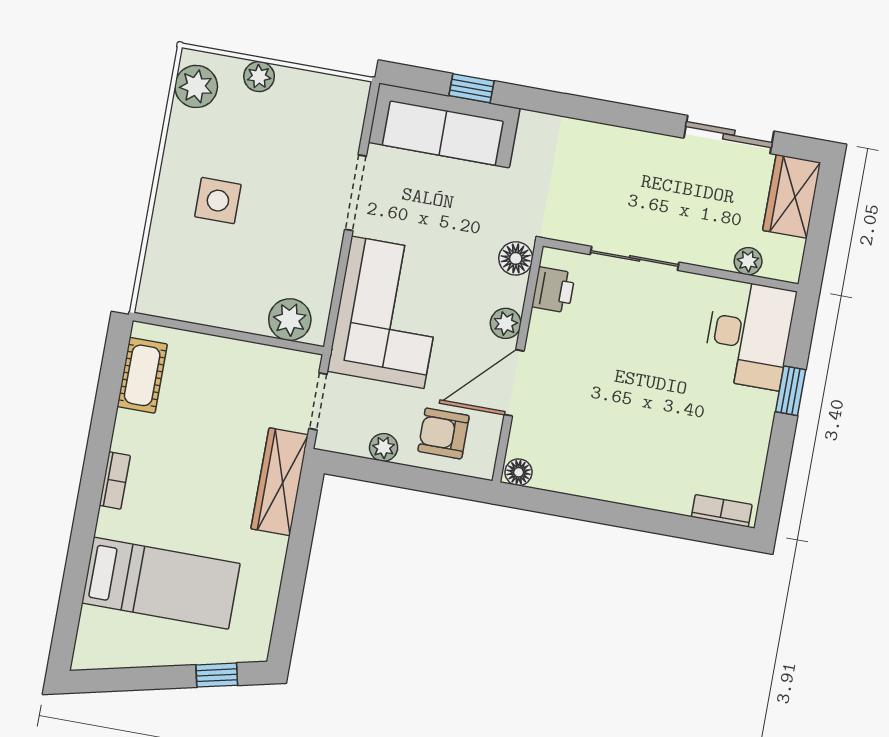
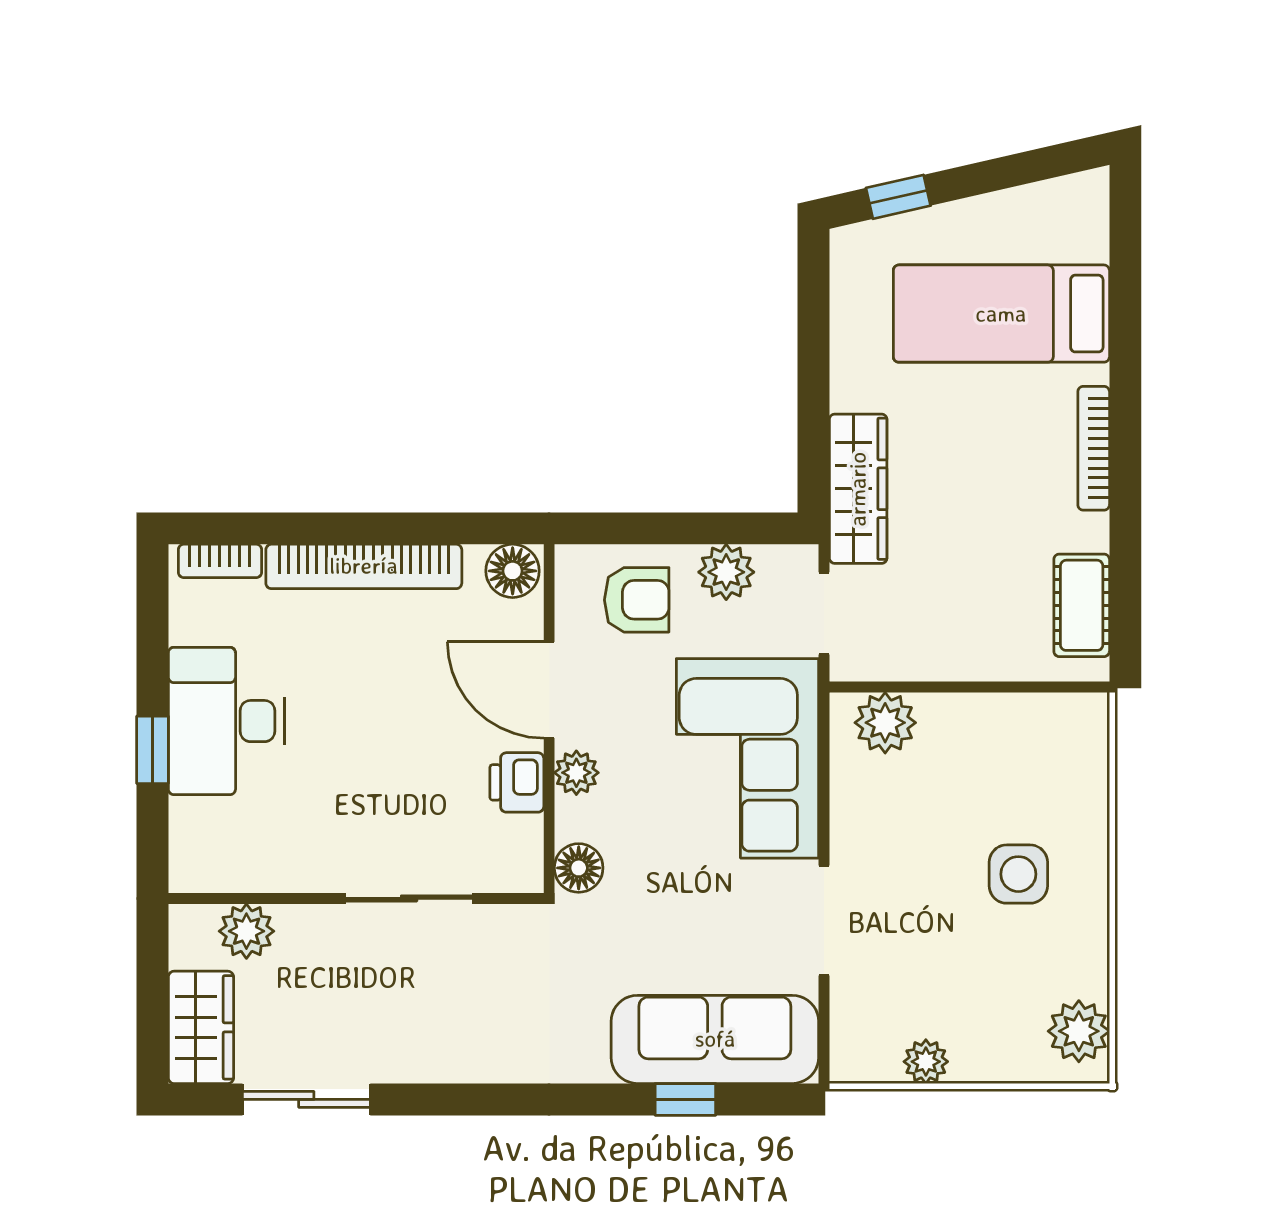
plant: (259, 77) -> (926, 1062), moved
plant: (748, 261) -> (246, 931), width x1.38, depth x1.38
printer: (553, 290) -> (517, 782), moved
desk: (749, 334) -> (226, 721), moved
door: (514, 383) -> (549, 690), swing flipped
plant: (384, 447) -> (726, 572), width x1.38, depth x1.38
floor lamp: (519, 472) -> (513, 571), width x1.37, depth x1.37
bookcase: (115, 480) -> (1094, 448), width x1.56
bookcase: (625, 489) -> (364, 566), added

